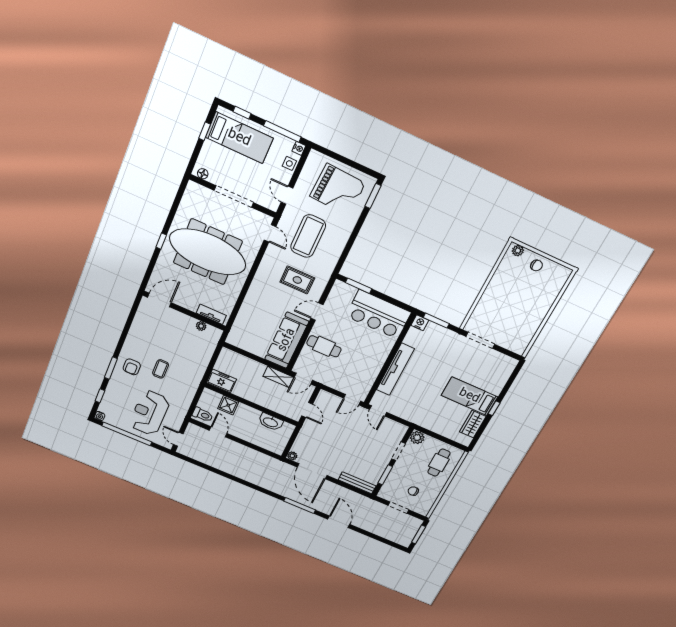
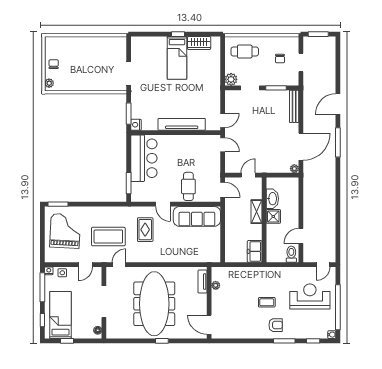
shelving: (278, 377) -> (256, 212), moved
shower: (228, 405) -> (273, 216), moved
reception desk: (149, 413) -> (310, 296), turned 180

